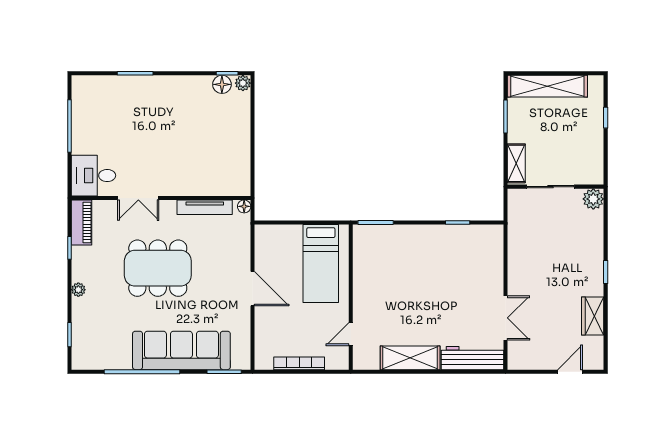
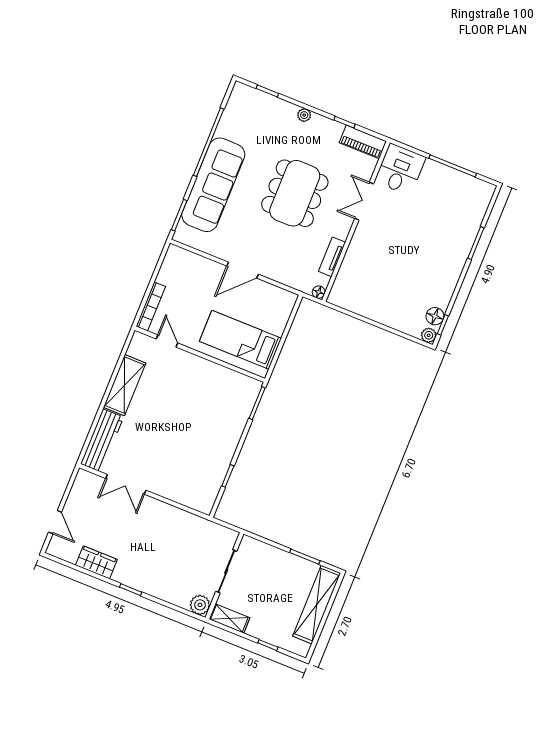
shelving: (516, 163) -> (229, 618), moved
tv unit: (205, 207) -> (332, 257), width x0.71
bookcase: (299, 363) -> (151, 306), moved

